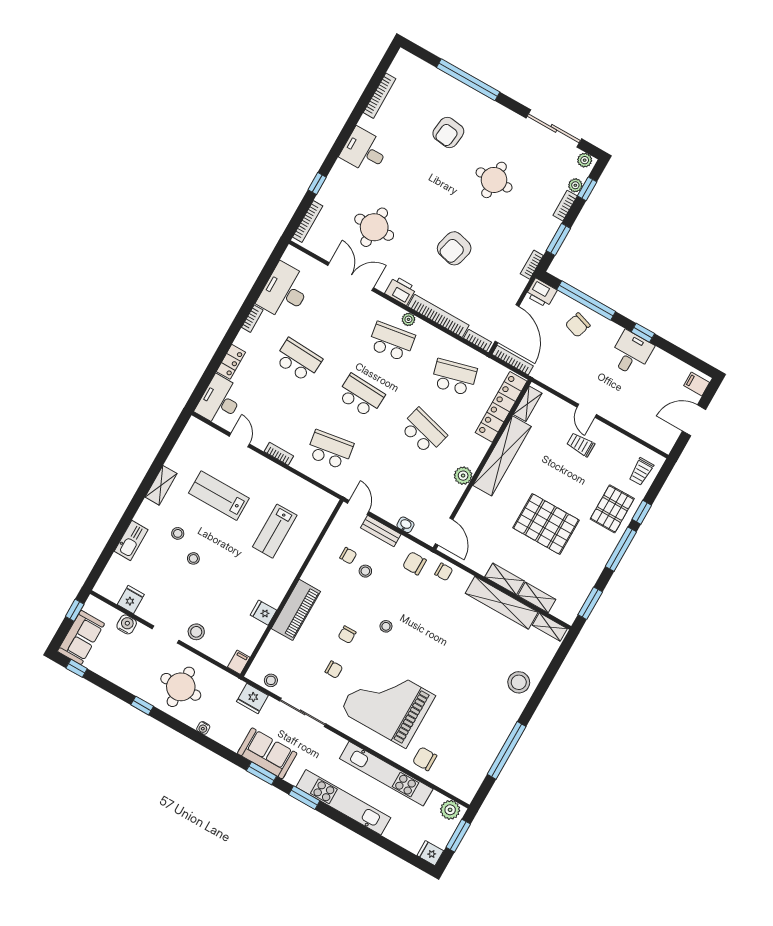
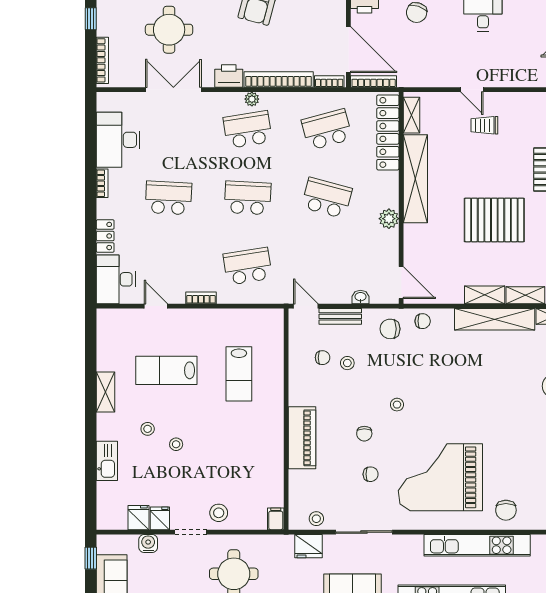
fridge: (263, 613) -> (160, 518), moved, turned 90
chair: (425, 759) -> (506, 510), turned -90

